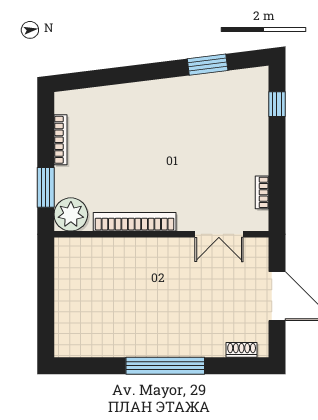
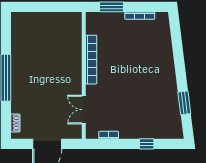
window: (277, 104) -> (147, 144), moved
plant: (71, 214) -> (96, 22), removed

